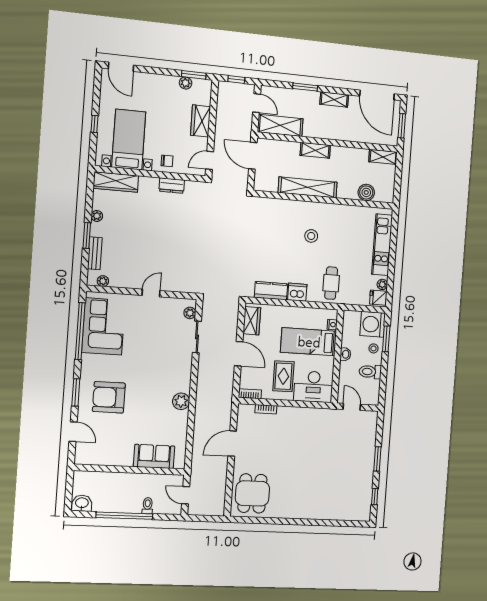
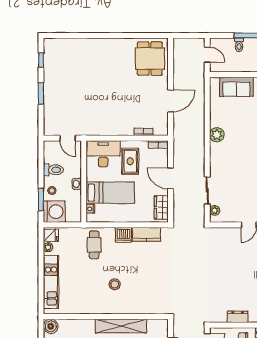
boiler: (366, 192) -> (51, 326), moved

